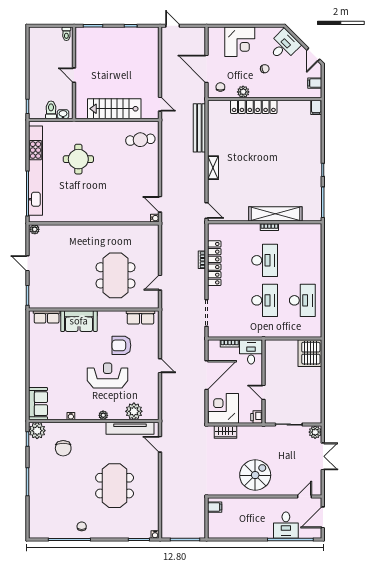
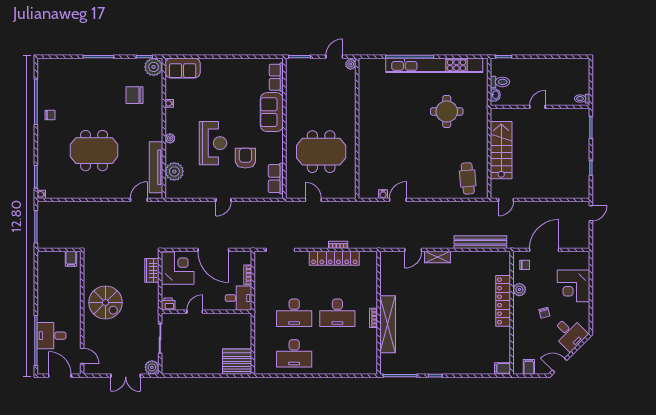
door: (207, 210) -> (413, 250), moved
wall: (94, 223) -> (357, 128), moved
plant: (35, 229) -> (351, 64), moved

